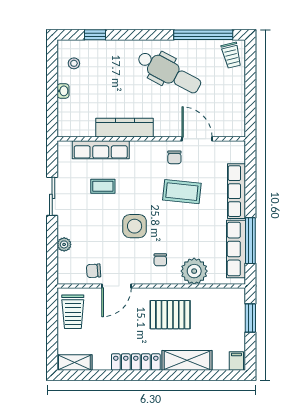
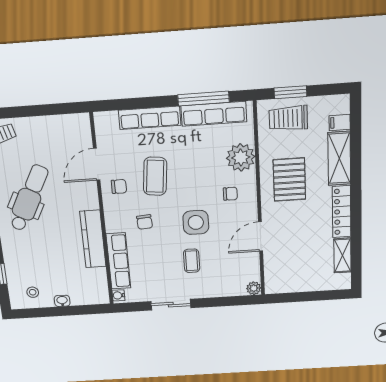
water cooler: (65, 146) -> (118, 295), added
coffee table: (103, 186) -> (192, 261), moved
plant: (64, 244) -> (254, 288), moved
chair: (94, 271) -> (145, 222), moved
door: (116, 286) -> (261, 236), swing flipped
trolley: (73, 312) -> (288, 118), moved, turned 180
filing cabinet: (236, 361) -> (340, 122), moved
shelving: (74, 362) -> (343, 255), moved

